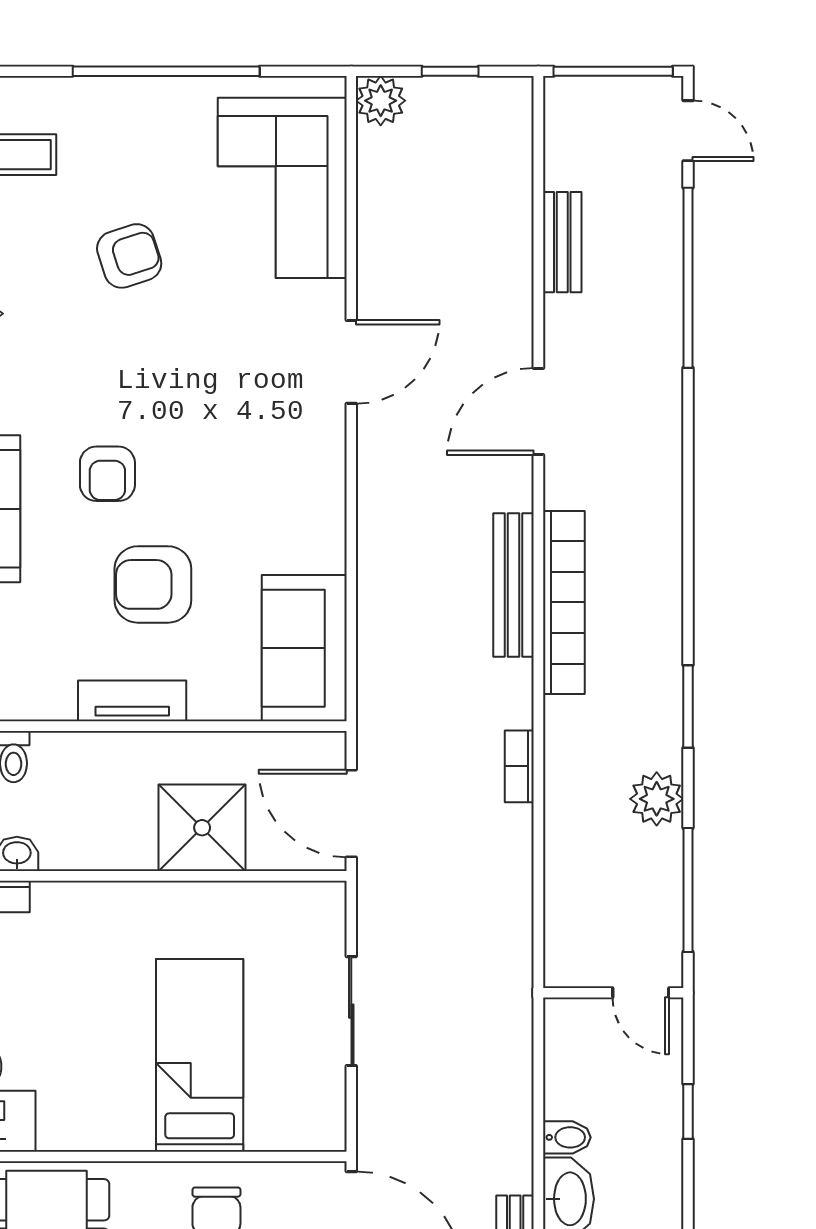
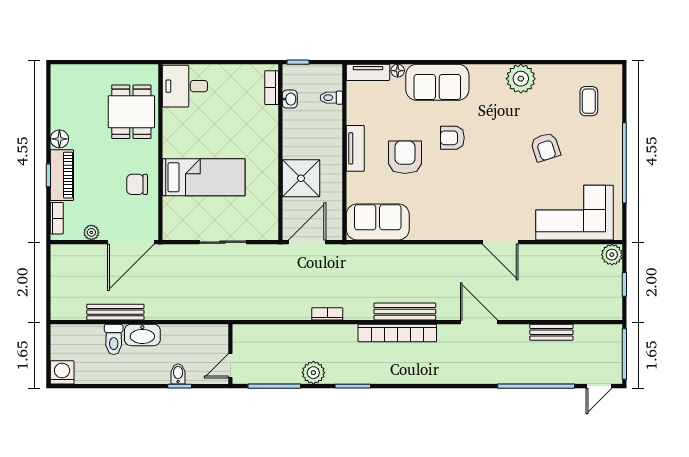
bidet: (567, 1137) -> (178, 374), moved, turned 180

